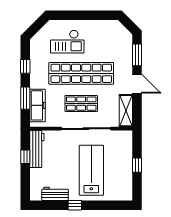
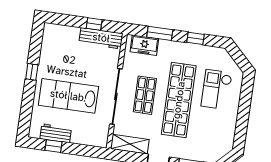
freezer: (38, 105) -> (144, 45), width x0.71
window: (137, 165) -> (53, 146), moved
lab bench: (91, 170) -> (68, 96), turned 180
workbench: (55, 194) -> (56, 133), moved, turned -90

